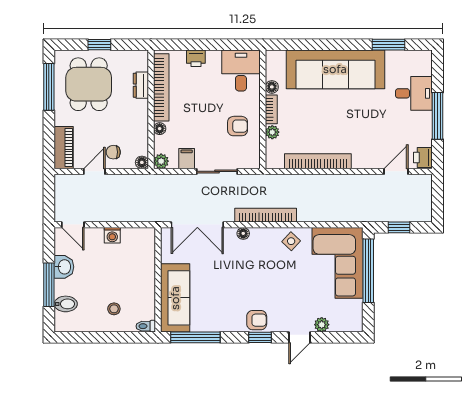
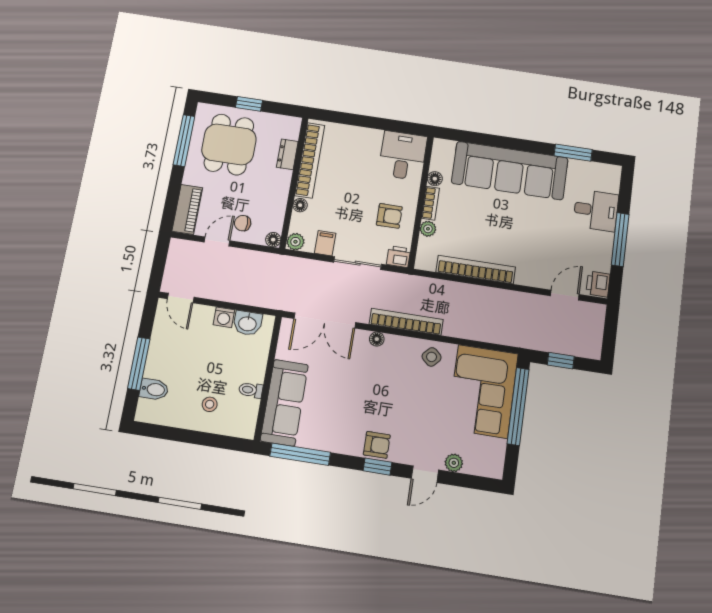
printer: (196, 58) -> (399, 257), moved, turned 180
washbasin: (64, 267) -> (248, 323), moved, turned 90
toilet: (146, 326) -> (251, 390), moved

